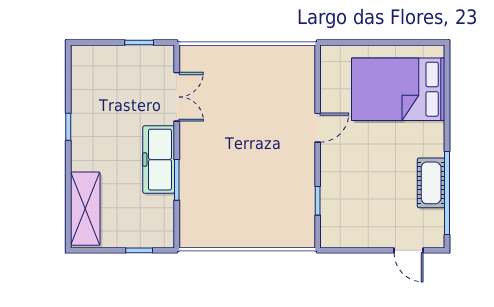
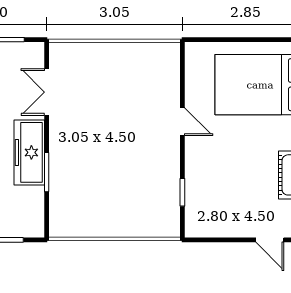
double door: (177, 97) -> (47, 92), swing flipped
door: (318, 128) -> (182, 122), hinge flipped

